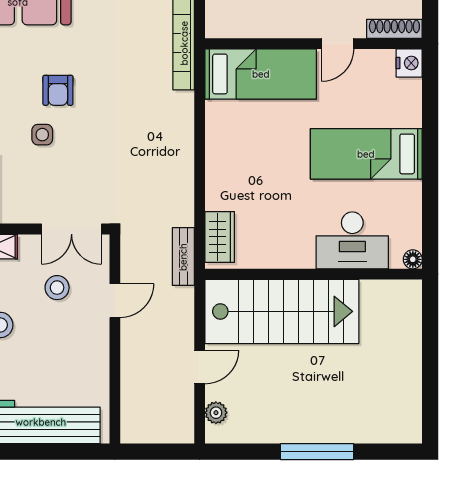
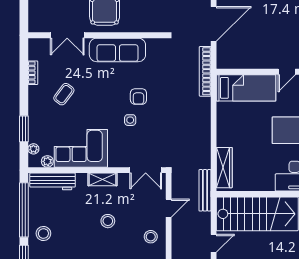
wardrobe: (220, 237) -> (224, 168), width x1.50
bench: (183, 257) -> (205, 190), width x1.36
stool: (57, 288) -> (151, 237), moved

